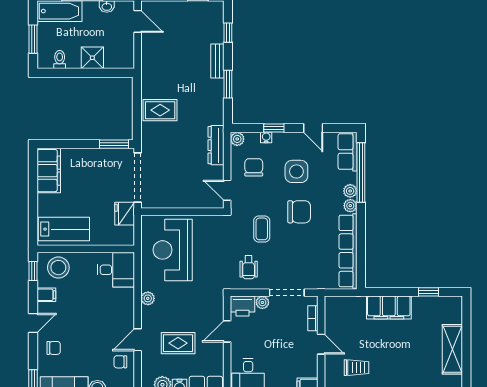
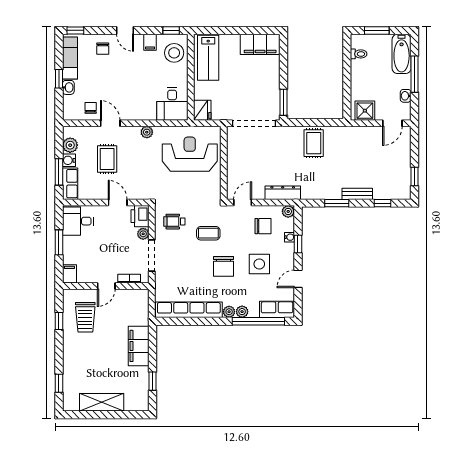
shower: (92, 58) -> (365, 111), moved
fridge: (125, 214) -> (202, 110), moved, turned 90
trolley: (357, 368) -> (85, 317), width x1.36, depth x1.39

